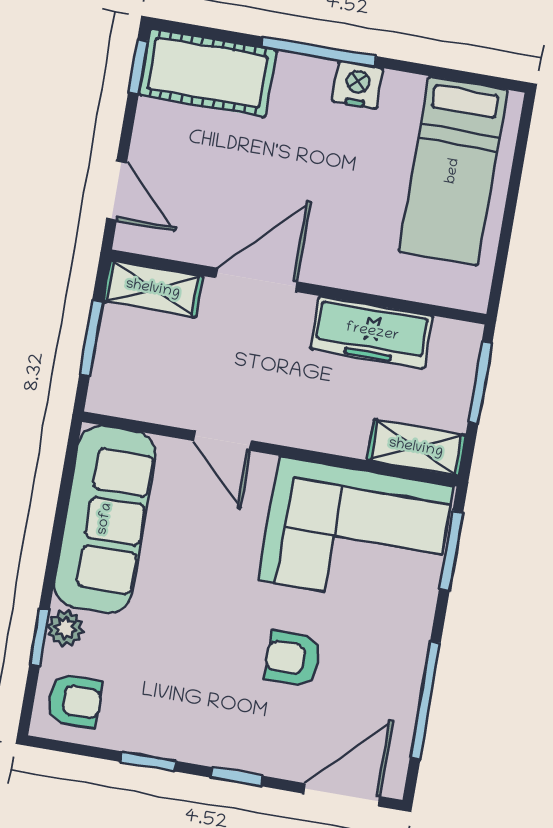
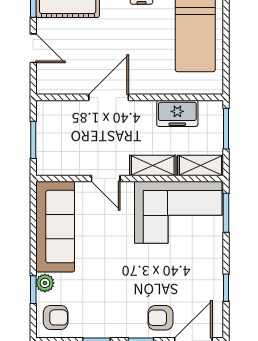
door: (117, 191) -> (33, 48), moved
shelving: (153, 289) -> (153, 165), moved
freezer: (372, 332) -> (177, 113), width x0.71
armchair: (293, 659) -> (160, 318), moved
window: (425, 700) -> (226, 288), width x0.46

